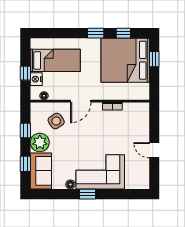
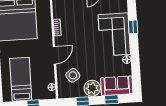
nightstand: (36, 79) -> (38, 95), removed
door: (81, 101) -> (54, 55), hinge flipped
window: (87, 194) -> (133, 27), moved

